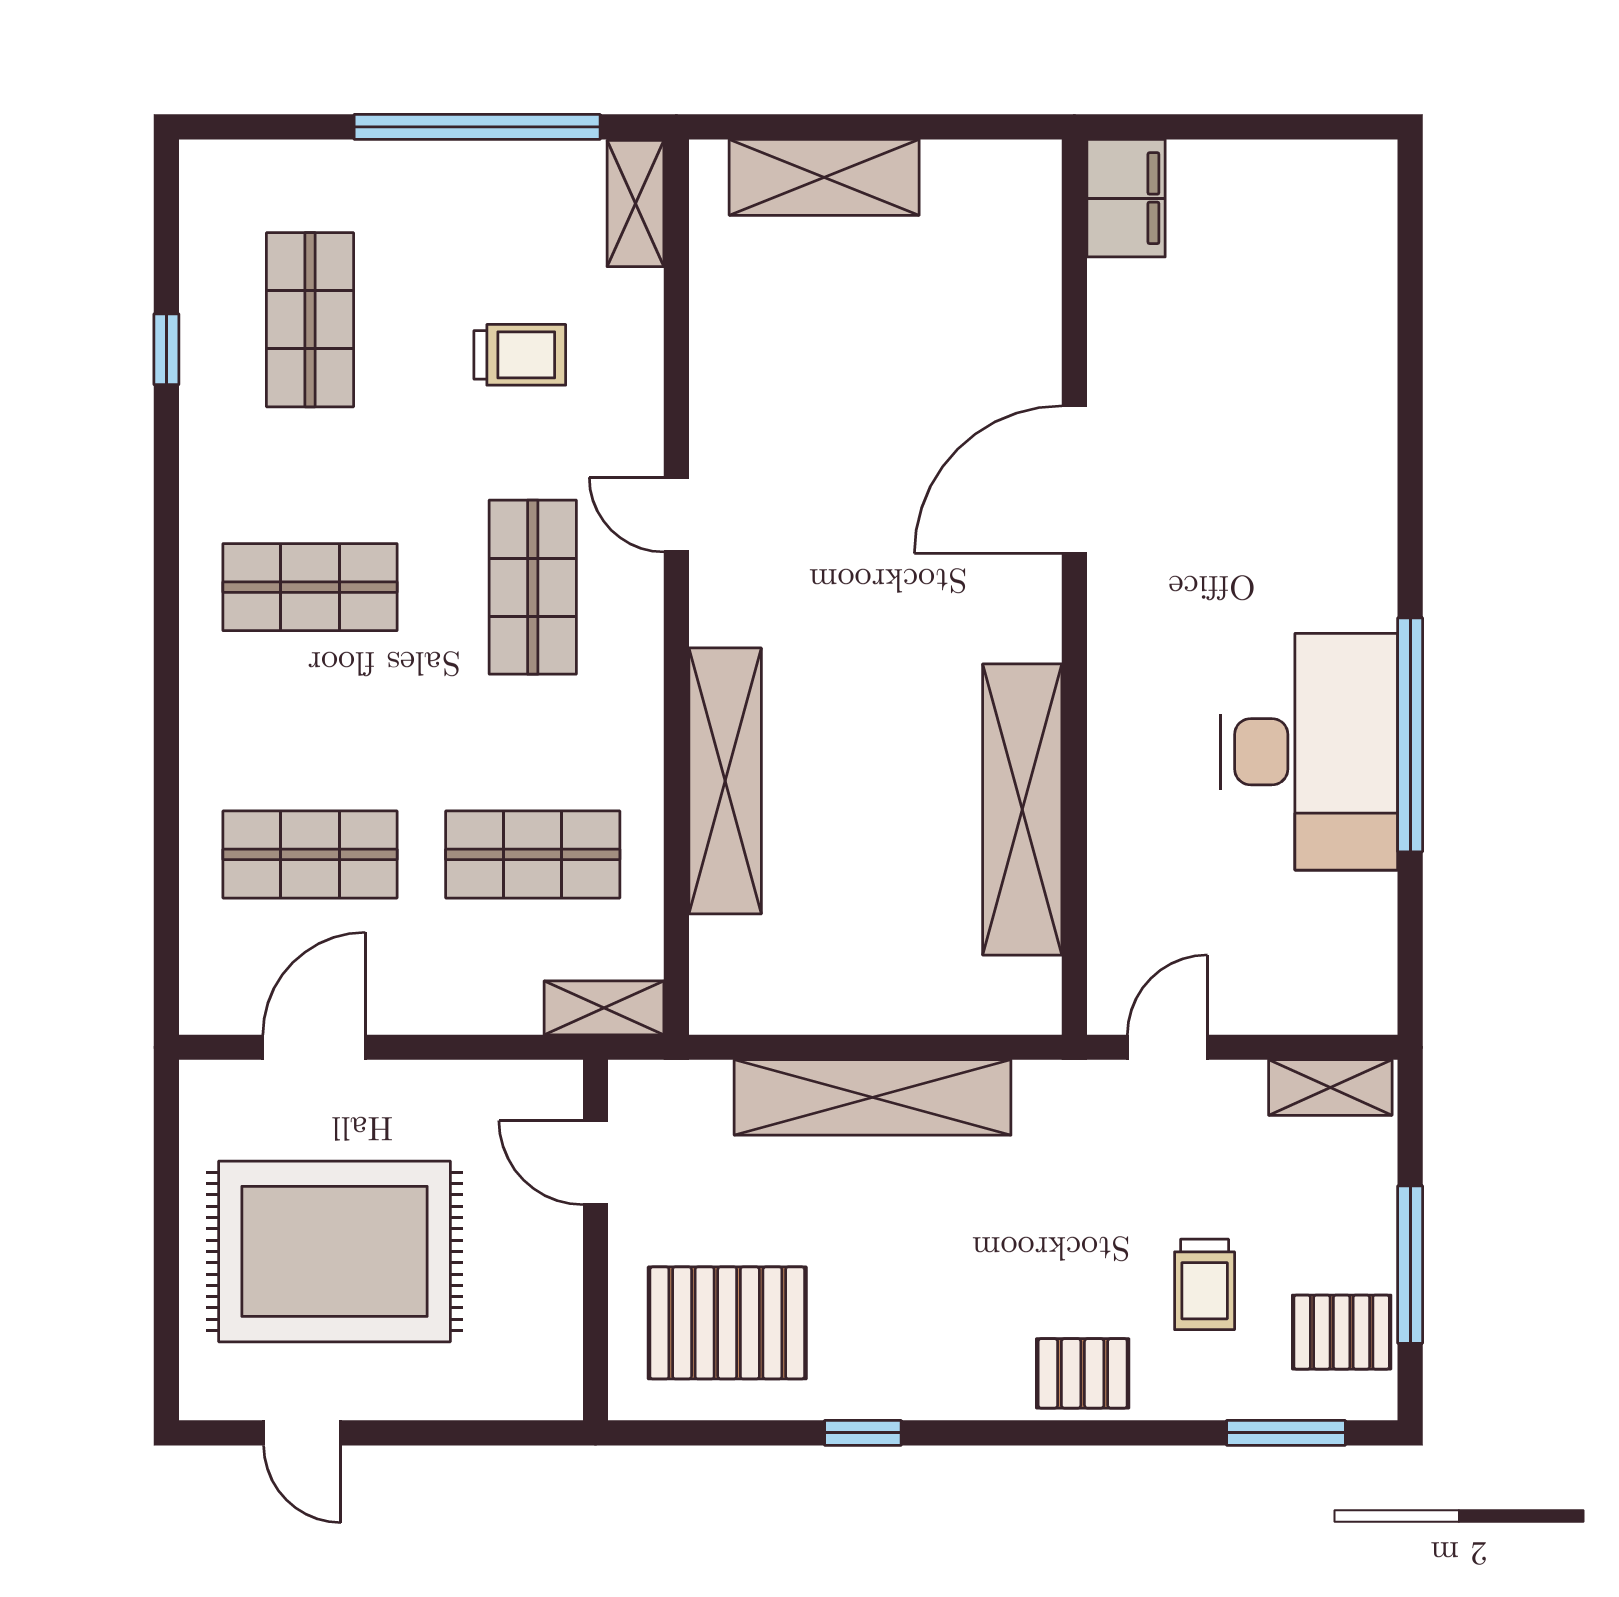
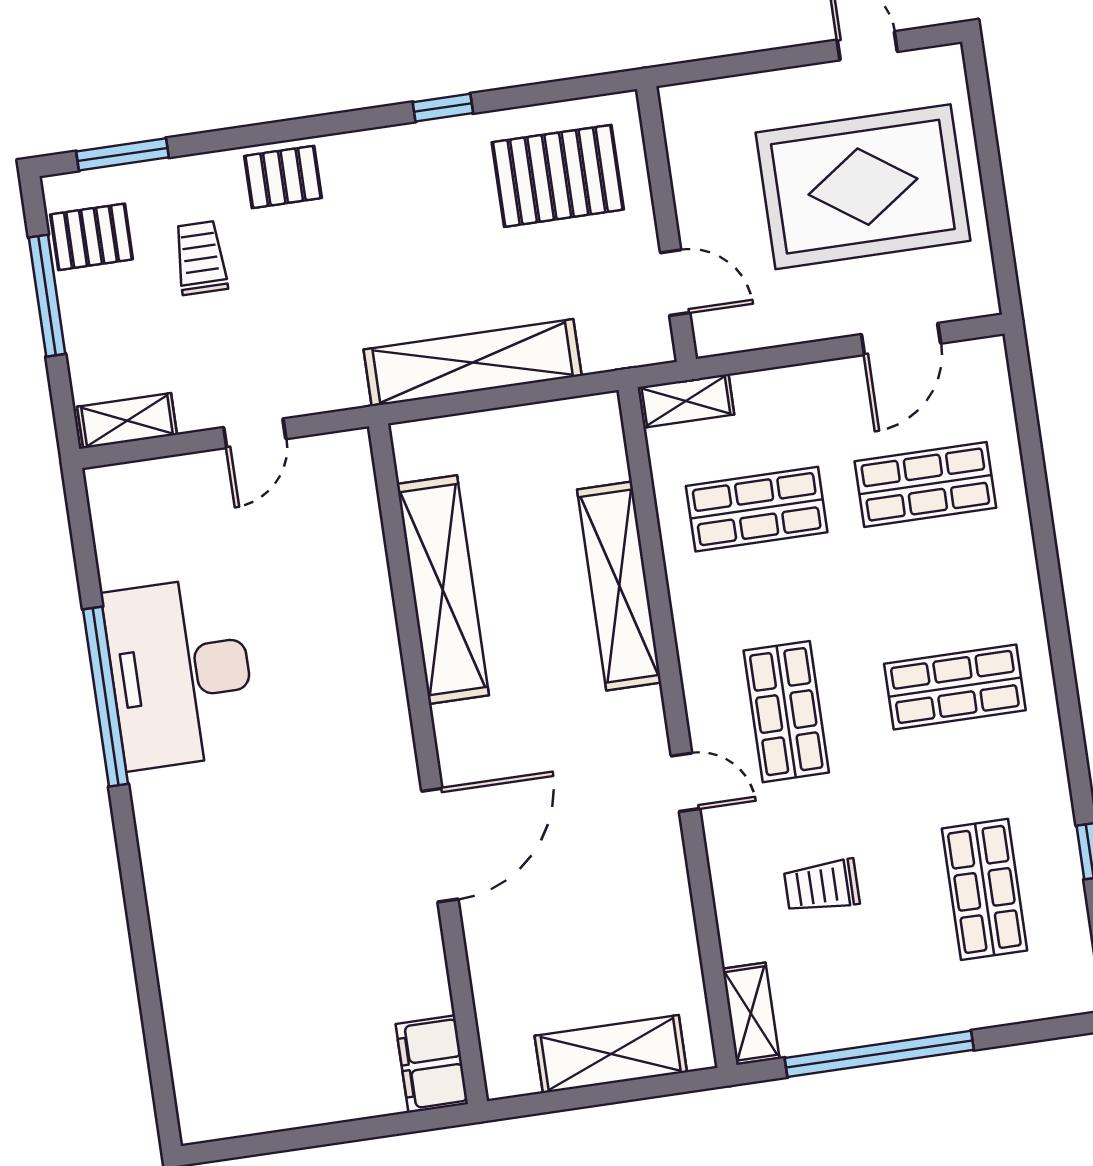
filing cabinet: (1126, 198) -> (432, 1064), moved
door: (1074, 480) -> (440, 845), moved
wall: (1074, 587) -> (428, 764), moved
shelving: (1022, 809) -> (443, 590), moved

